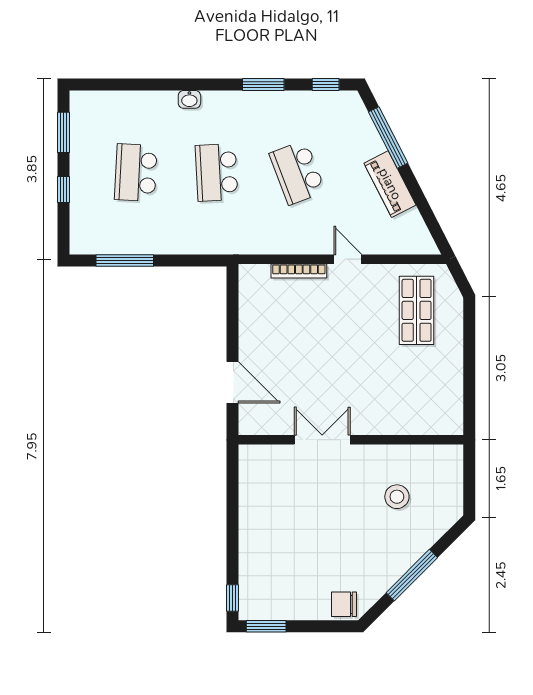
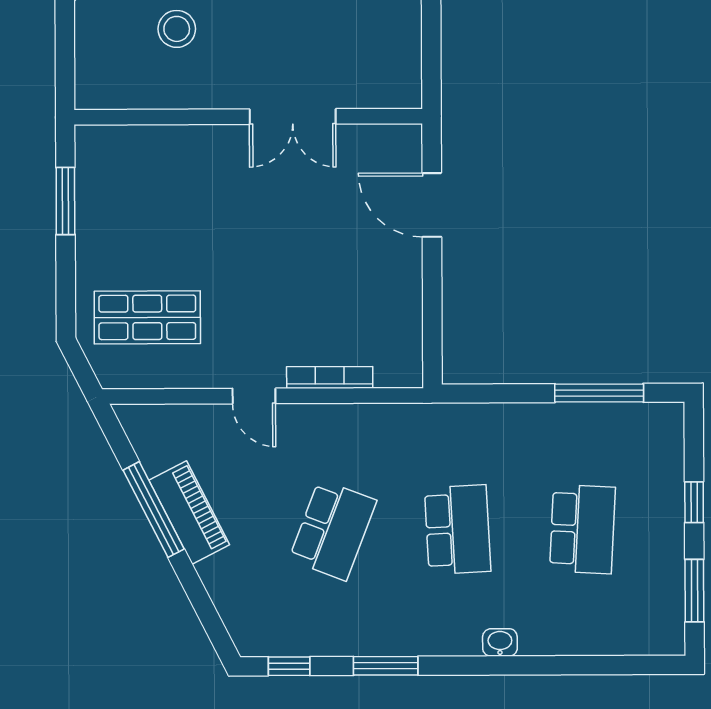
window: (388, 138) -> (154, 510), moved
school desk: (297, 172) -> (333, 530), turned 42
shop shelf: (417, 310) -> (147, 317), turned 90
window: (469, 386) -> (65, 201), added

